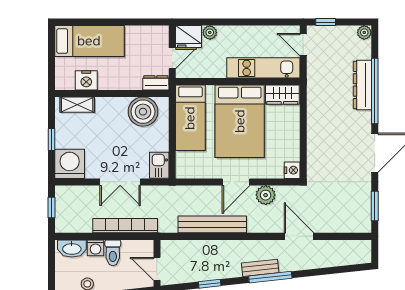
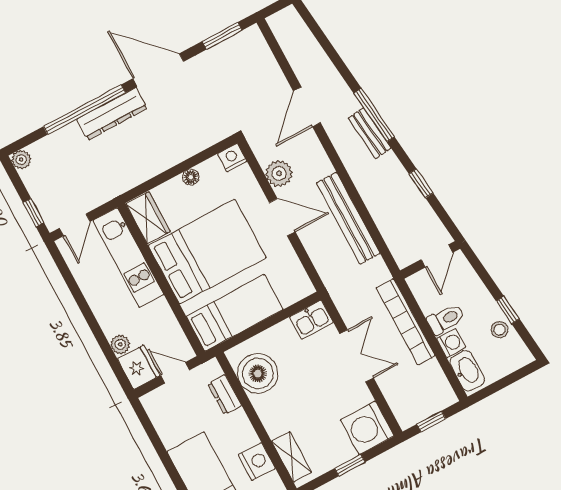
dresser: (156, 83) -> (225, 395), moved
dresser: (362, 85) -> (112, 114), moved
floor lamp: (294, 136) -> (191, 177), added

